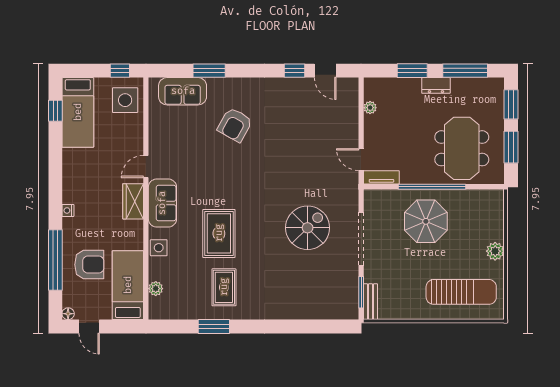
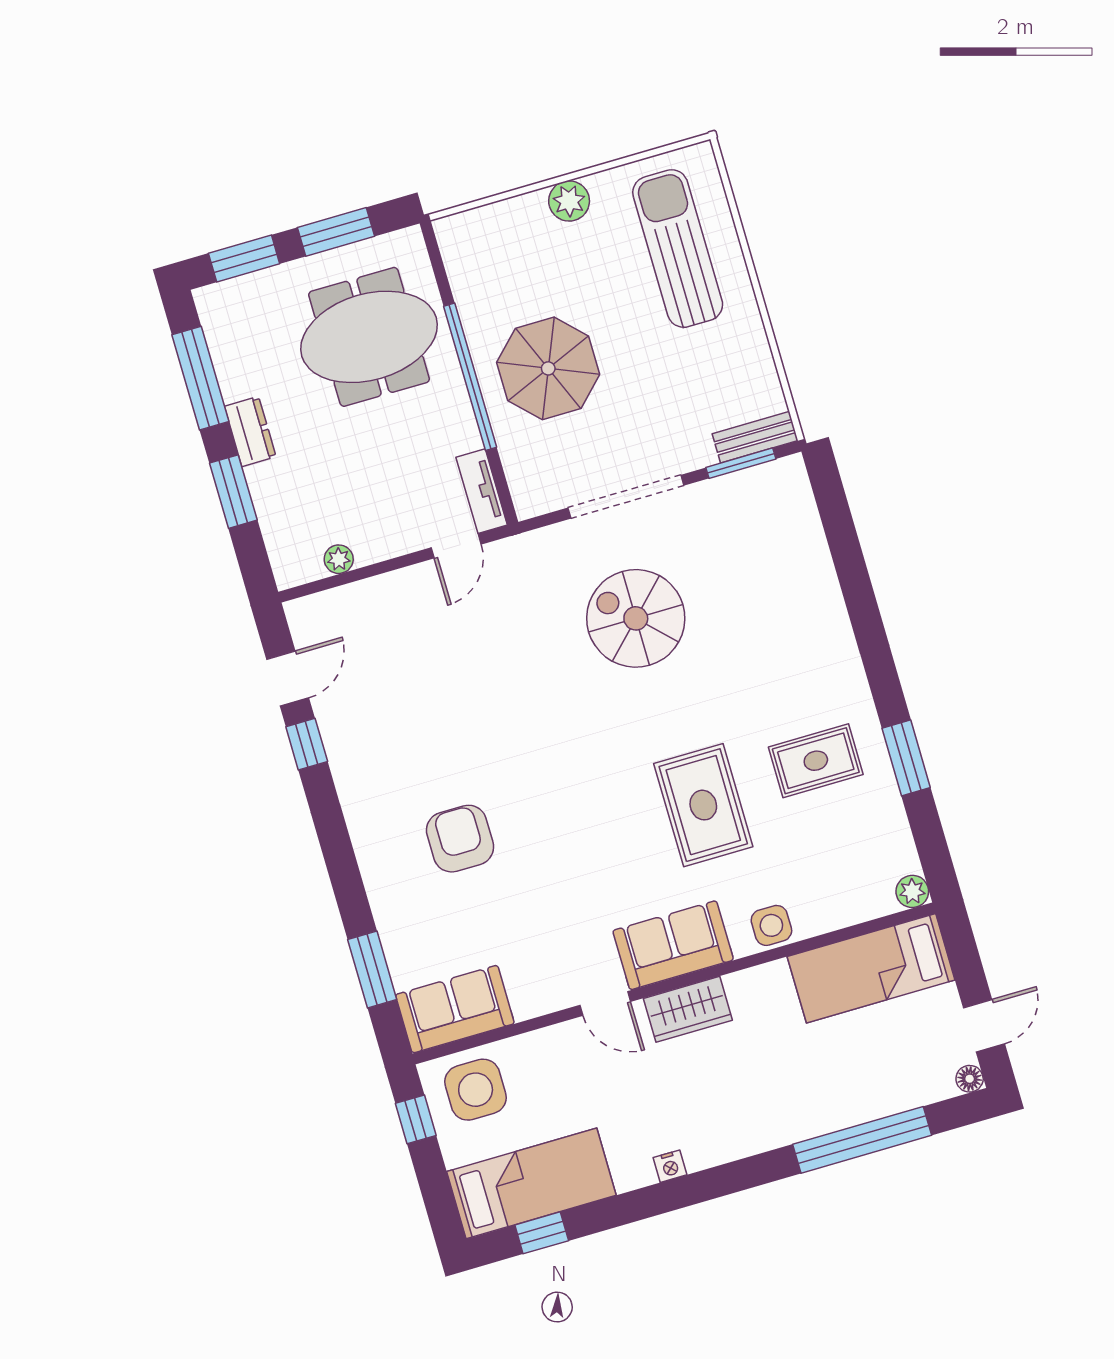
window: (209, 71) -> (372, 970), moved
sofa: (183, 91) -> (455, 1009), moved, turned -90
armchair: (235, 125) -> (460, 839), turned -119
nightstand: (68, 210) -> (670, 1166), moved
rug: (219, 233) -> (703, 805), turned 90
armchair: (89, 265) -> (851, 1064), removed
plant: (156, 289) -> (912, 891), moved

